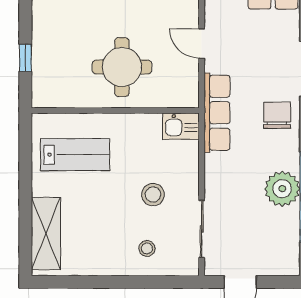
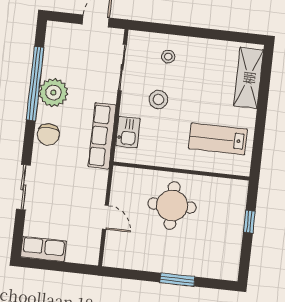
row of seats: (217, 113) -> (102, 136), moved
chair: (277, 115) -> (48, 134), moved
kitchen sink: (181, 126) -> (128, 132), moved, turned 90

